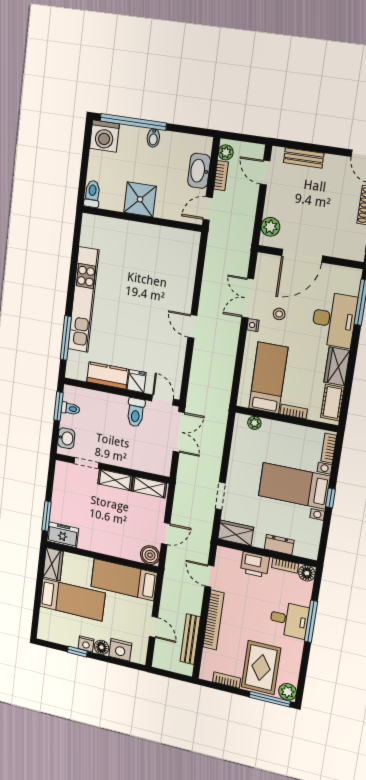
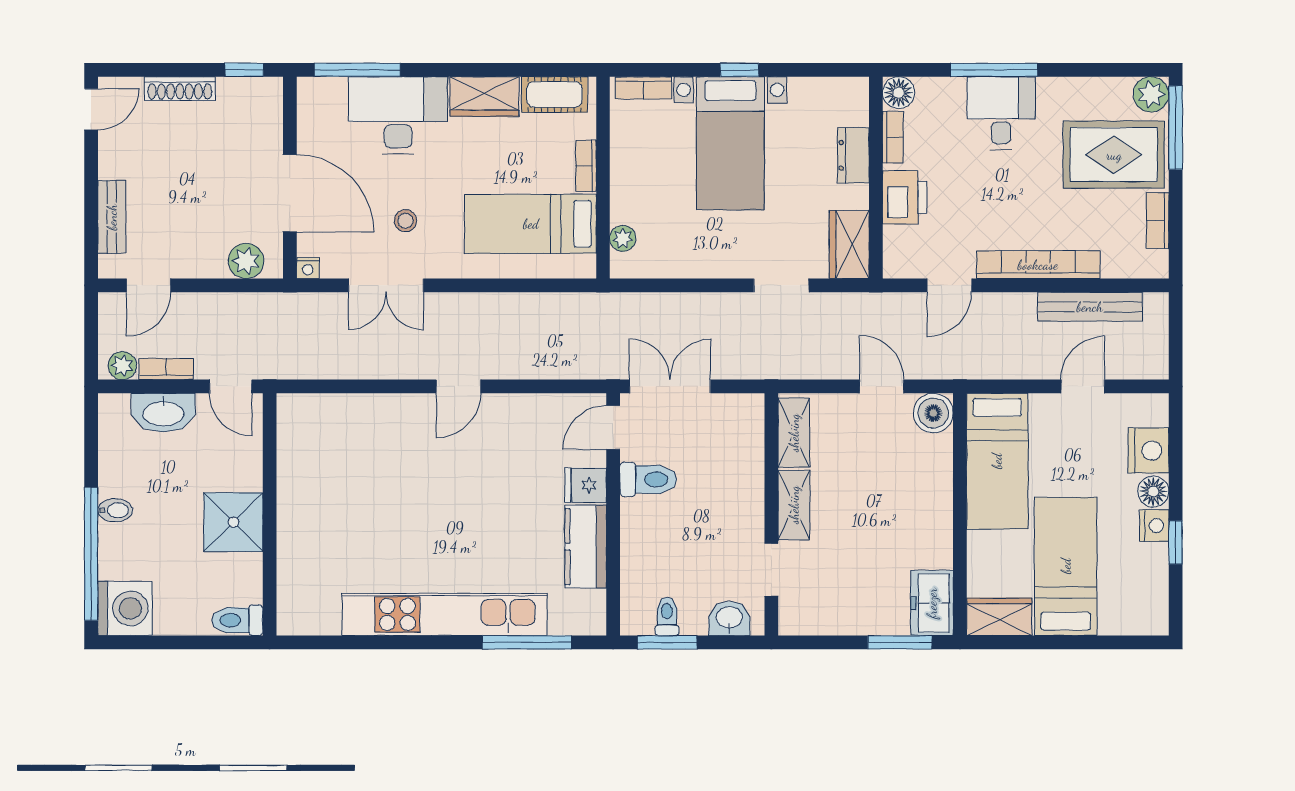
nightstand: (253, 325) -> (308, 268), moved

